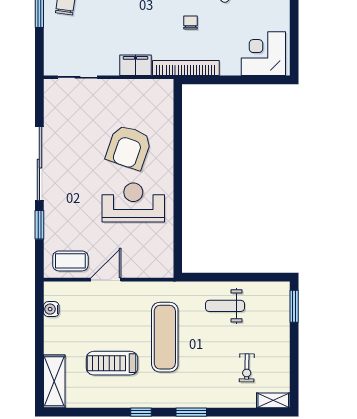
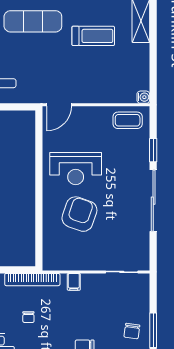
filing cabinet: (136, 65) -> (74, 282), width x0.50
door: (106, 280) -> (59, 105), moved
water cooler: (51, 309) -> (143, 97), moved
exercise mat: (165, 337) -> (33, 21), moved, turned 90

